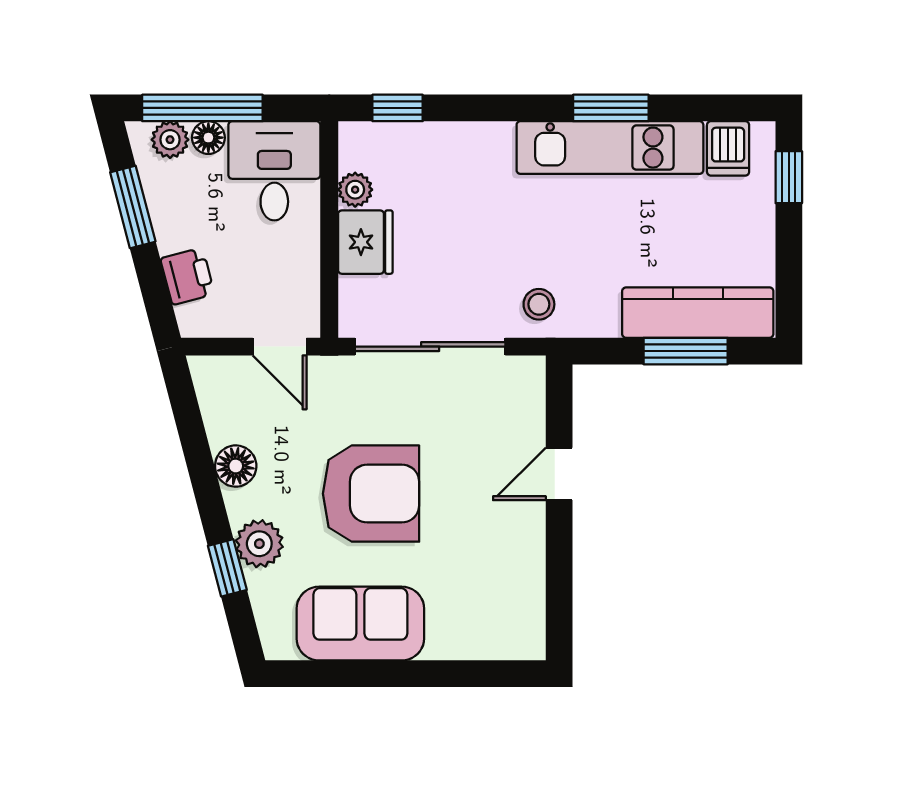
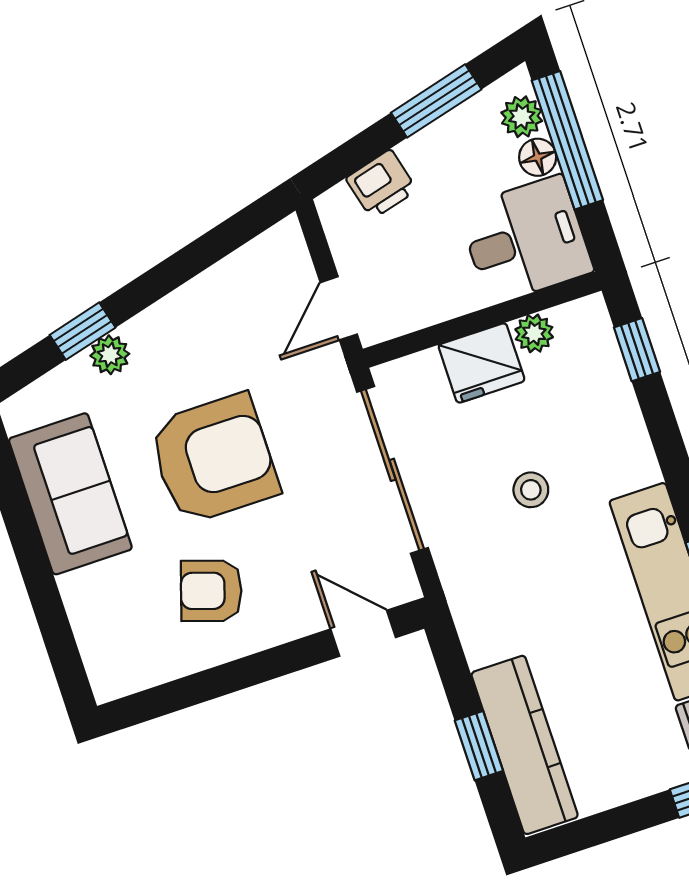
stool: (539, 304) -> (531, 490), moved
window: (686, 351) -> (479, 746), width x0.67
floor lamp: (236, 466) -> (195, 304), removed
door: (559, 474) -> (363, 633), moved
armchair: (371, 494) -> (214, 459), turned -90
armchair: (481, 532) -> (211, 591), added
plant: (259, 544) -> (110, 355), width x0.73, depth x0.73

